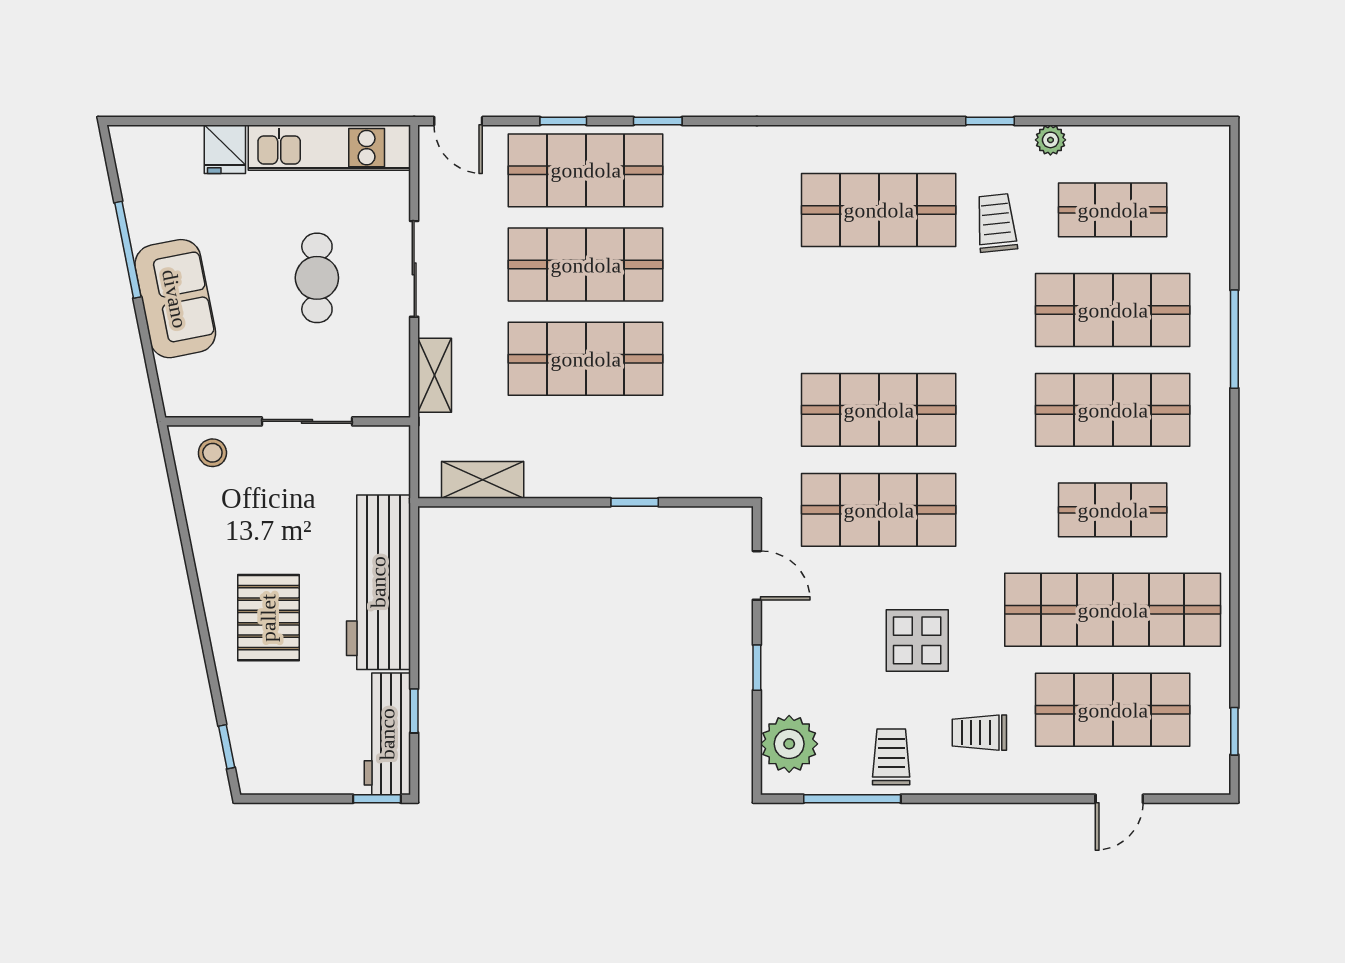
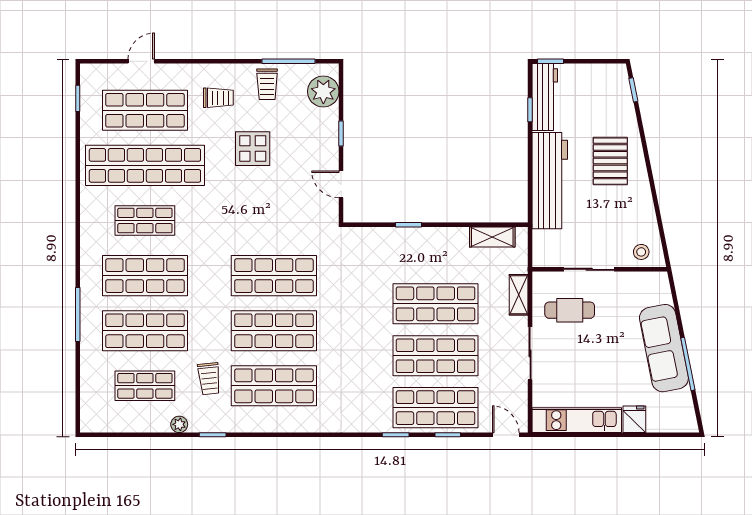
cafe table: (317, 278) -> (570, 310), moved, turned 90
sofa: (175, 299) -> (664, 348), width x1.36
shop shelf: (879, 510) -> (274, 331), moved

